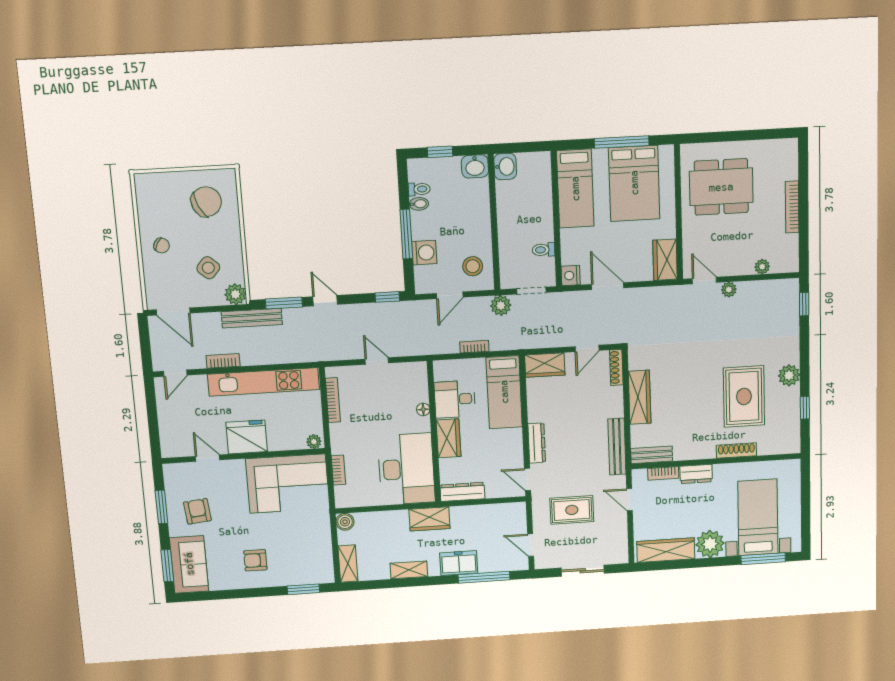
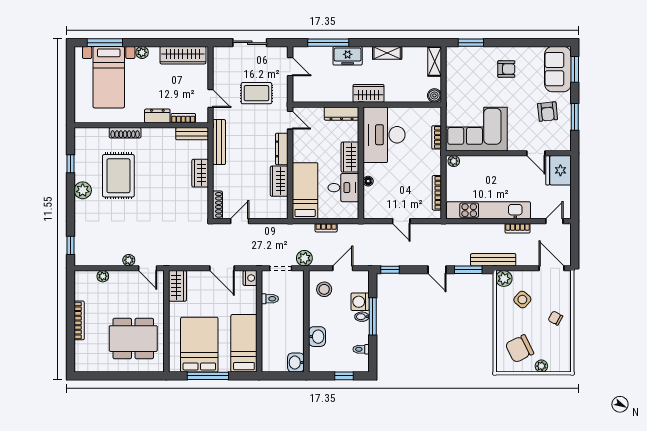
washbasin: (475, 166) -> (317, 337), moved, turned 90
plant: (174, 180) -> (541, 366), added
bidet: (419, 204) -> (362, 317), moved
wardrobe: (545, 365) -> (279, 181), moved, turned -90
wardrobe: (640, 397) -> (200, 173), width x0.67
fridge: (247, 437) -> (558, 170), moved, turned 90
plant: (710, 544) -> (142, 52), width x0.53, depth x0.53

